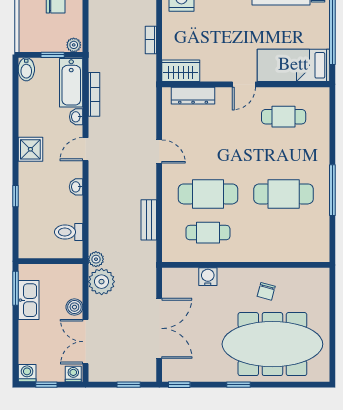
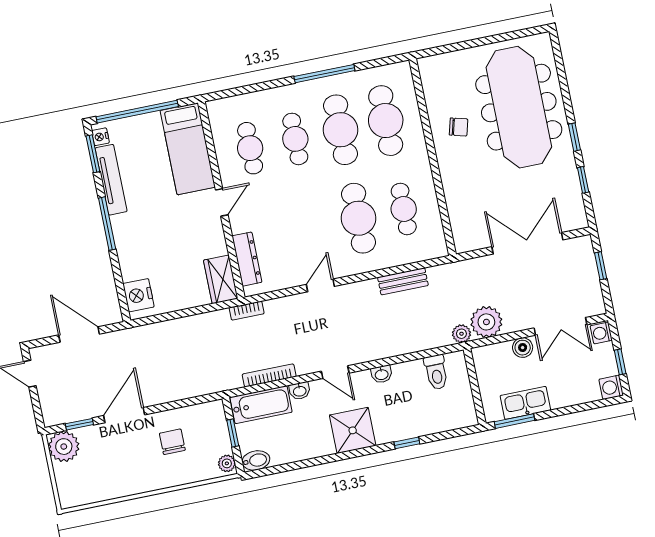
bookcase: (151, 40) -> (247, 311), moved
plant: (74, 45) -> (227, 463), moved
door: (244, 84) -> (222, 202), hinge flipped
shower: (30, 149) -> (353, 430), width x1.36, depth x1.36
cafe table: (284, 155) -> (295, 139), added
cafe table: (284, 233) -> (386, 121), added
water cooler: (208, 277) -> (455, 199), removed
window: (179, 385) -> (583, 180), moved

